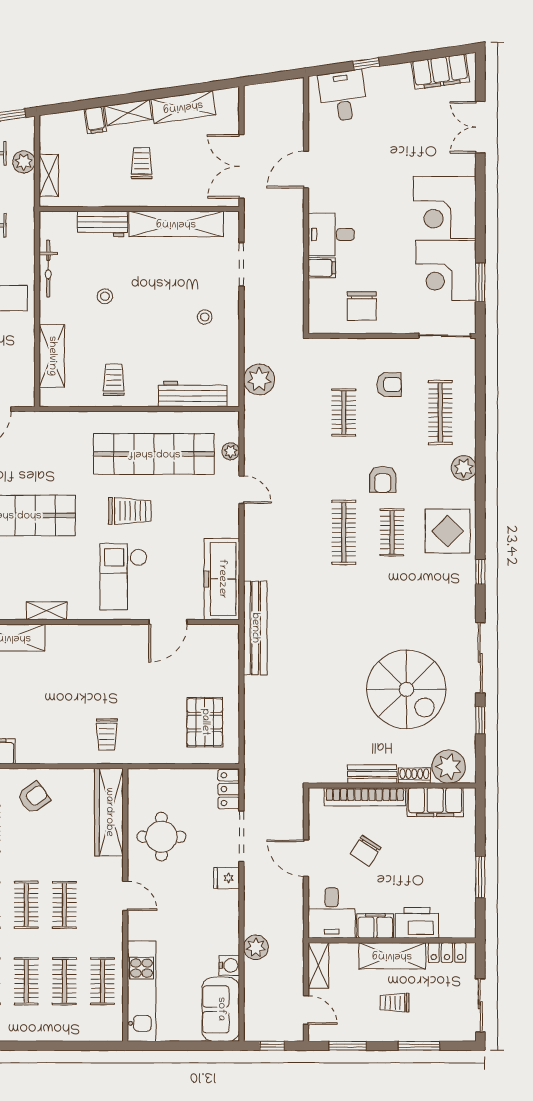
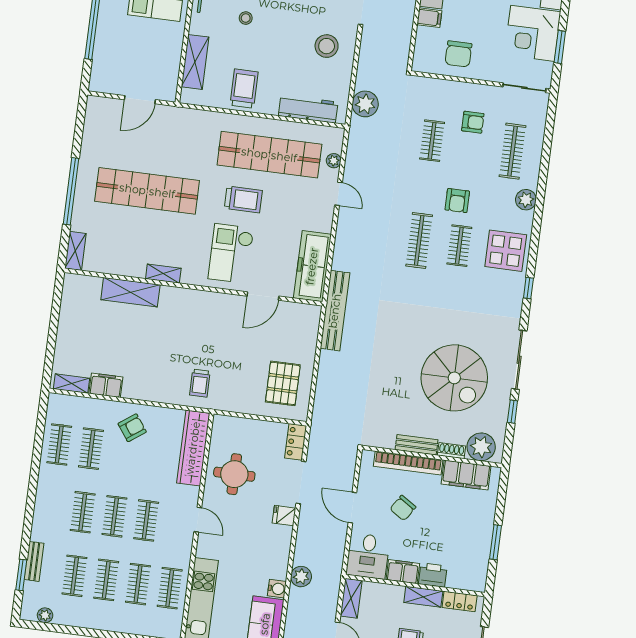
stool: (205, 317) -> (327, 46), width x1.89, depth x1.89
trolley: (114, 380) -> (244, 89), width x1.36, depth x1.39
printer: (417, 923) -> (433, 575), width x0.73, depth x0.84
shelving: (392, 956) -> (423, 597), width x0.67, depth x0.75

